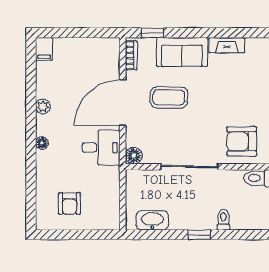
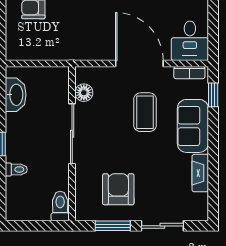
armchair: (242, 141) -> (118, 189), moved
desk: (101, 148) -> (190, 41), moved
floor lamp: (134, 156) -> (84, 93), moved

